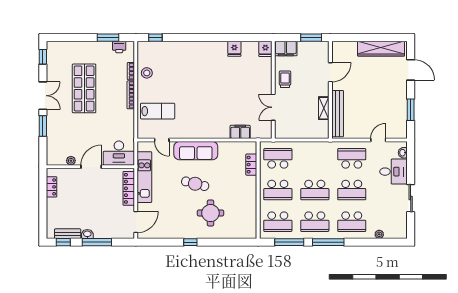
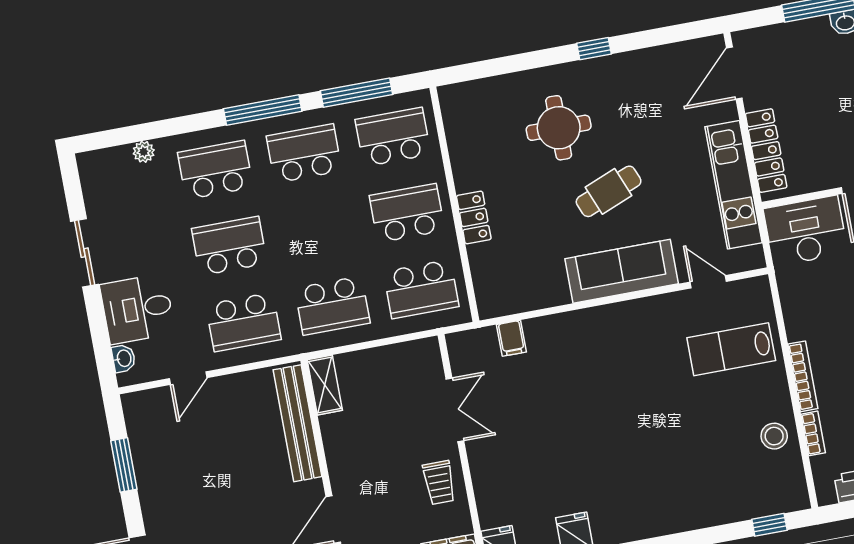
shelving: (324, 108) -> (325, 385), moved
filing cabinet: (240, 132) -> (511, 338), width x0.50
locker: (251, 165) -> (474, 217), moved
cafe table: (195, 184) -> (609, 191), turned -36
school desk: (315, 190) -> (332, 306), moved, turned 180

